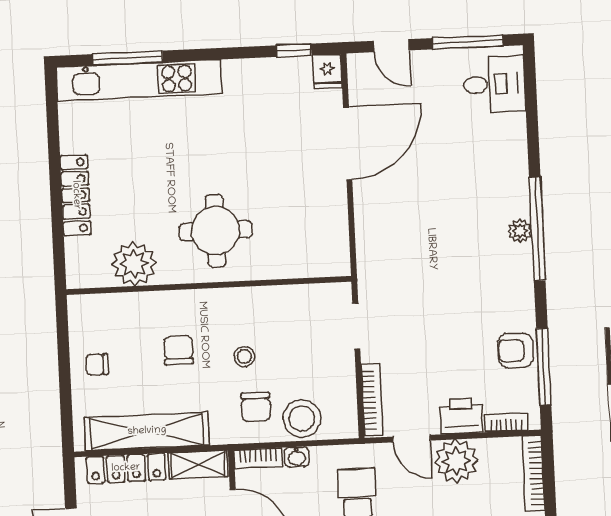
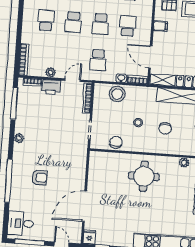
window: (537, 229) -> (9, 181), moved
plant: (520, 231) -> (19, 138), moved
plant: (134, 264) -> (184, 163), width x0.53, depth x0.53
armchair: (516, 351) -> (39, 177), moved
chair: (256, 407) -> (116, 142), moved
door: (412, 439) -> (73, 80), hinge flipped
plant: (456, 461) -> (51, 72), width x0.53, depth x0.53

